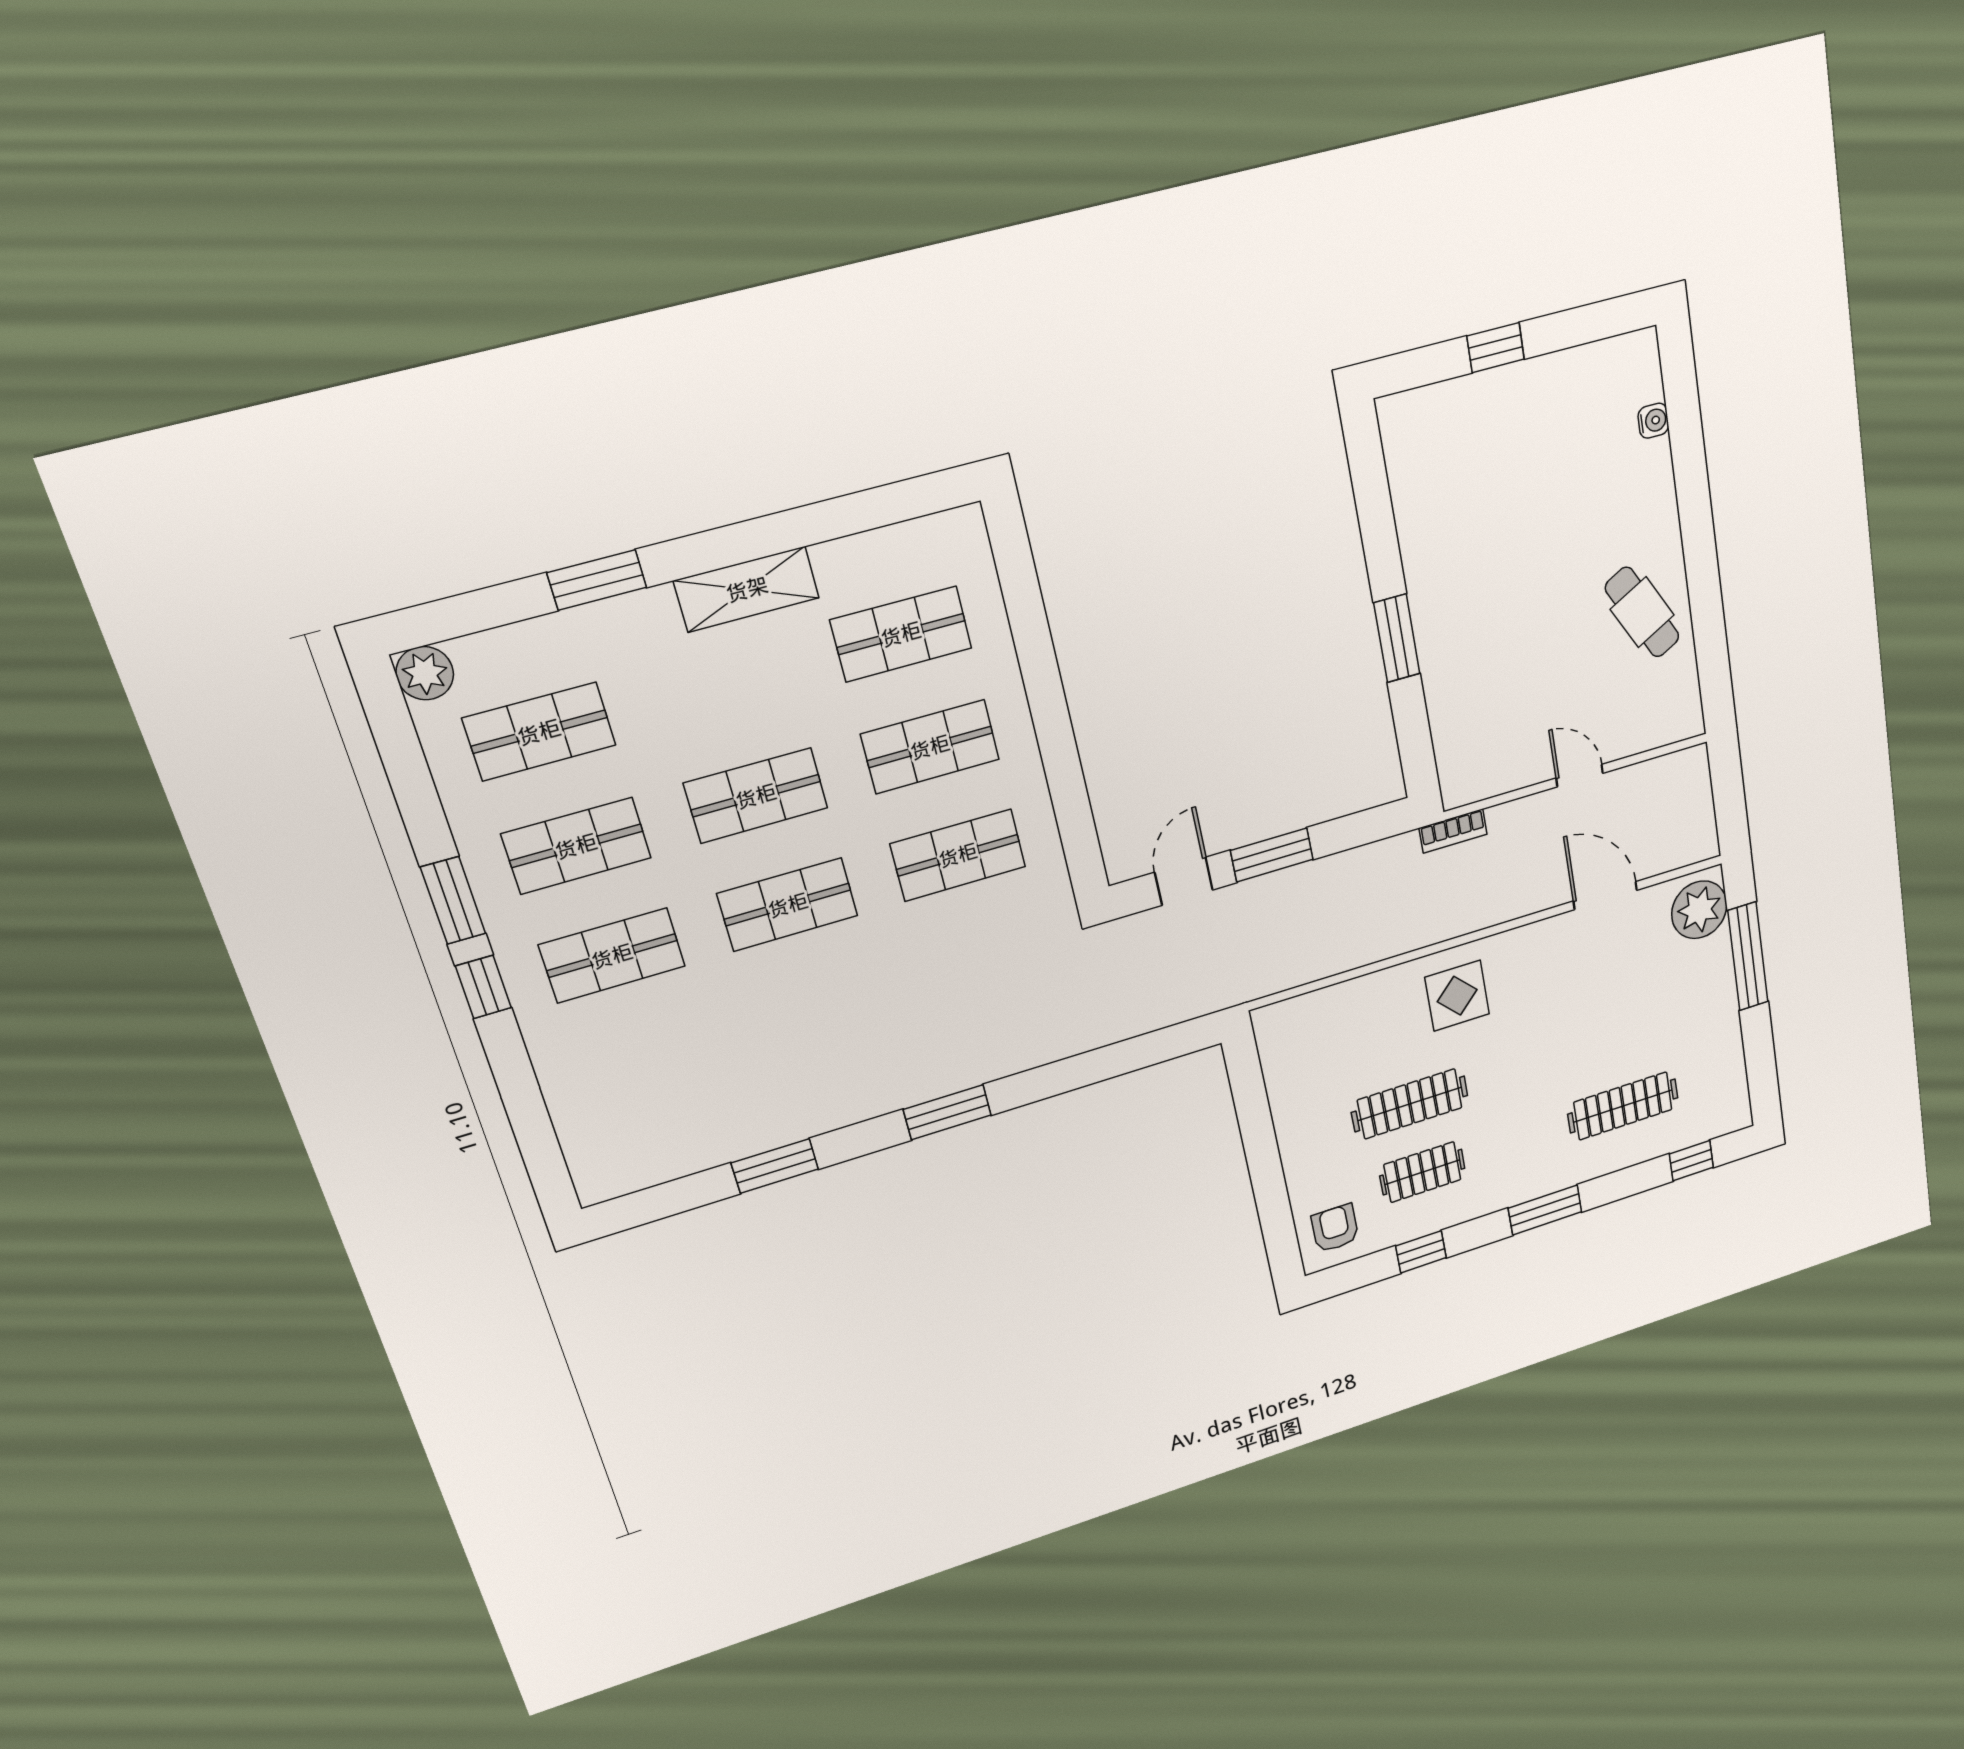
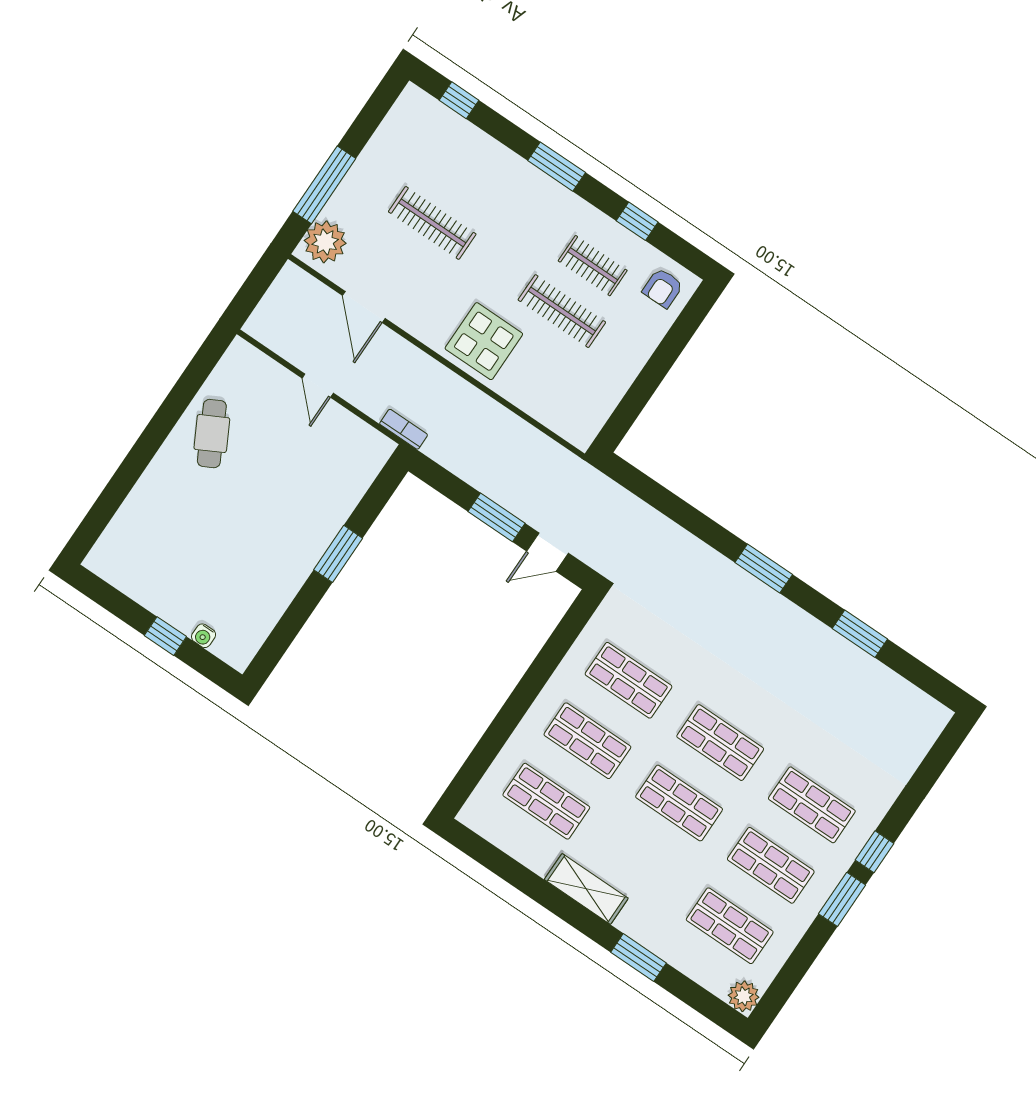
water cooler: (1653, 421) -> (204, 636), moved, turned -90
display table: (1457, 996) -> (484, 341), width x1.36, depth x1.36
clothes rail: (1623, 1106) -> (432, 223), moved

